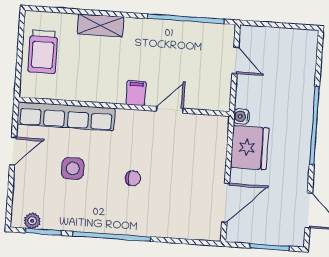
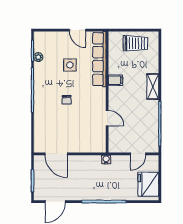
shelving: (100, 25) -> (153, 87), moved
trolley: (43, 52) -> (135, 43), turned 180
filing cabinet: (136, 93) -> (115, 80), moved
fridge: (250, 148) -> (148, 184), moved, turned 90
plant: (32, 221) -> (38, 57), moved

